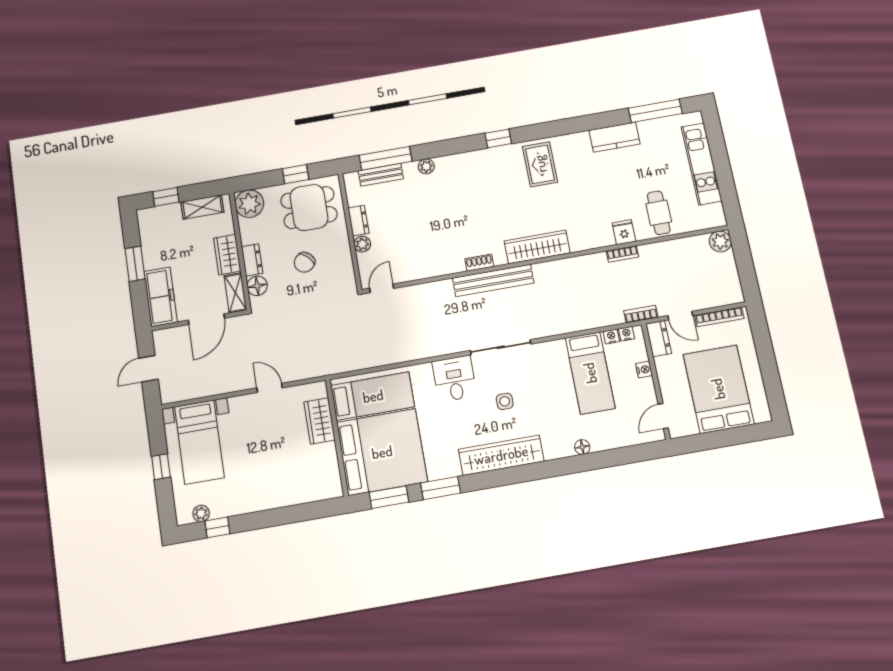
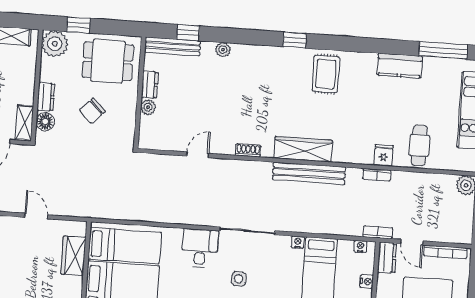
window: (386, 158) -> (188, 33), width x0.46
window: (296, 174) -> (78, 25), moved
bench: (381, 175) -> (173, 46), width x1.36
wardrobe: (227, 255) -> (25, 86), removed
bench: (493, 280) -> (309, 173), moved
door: (382, 288) -> (198, 155), moved
nightstand: (611, 336) -> (298, 242), moved

